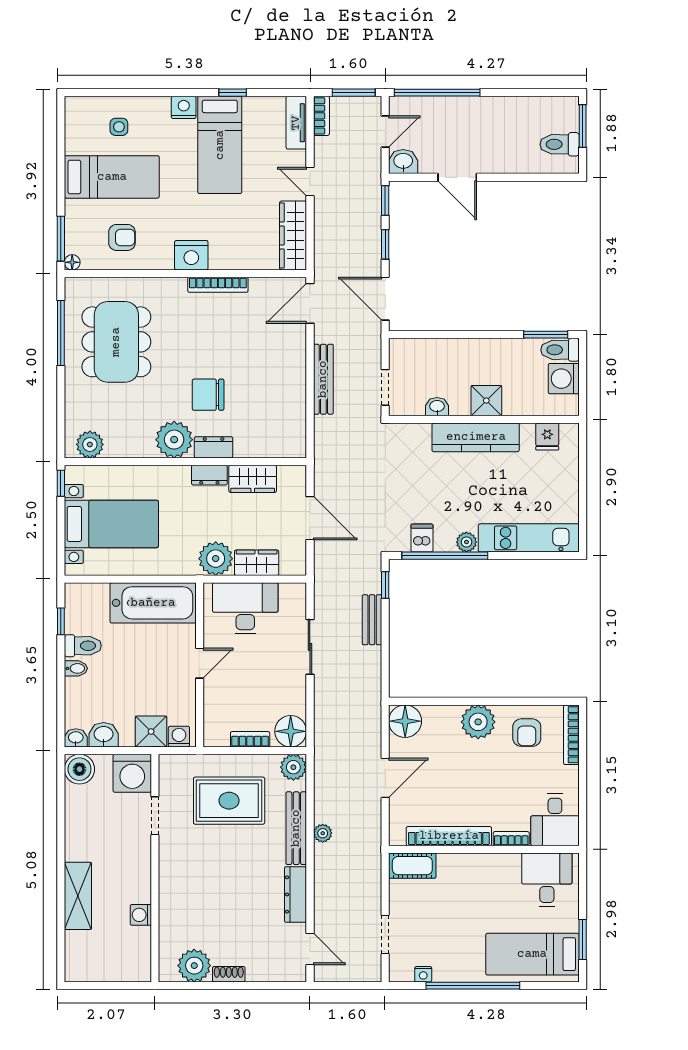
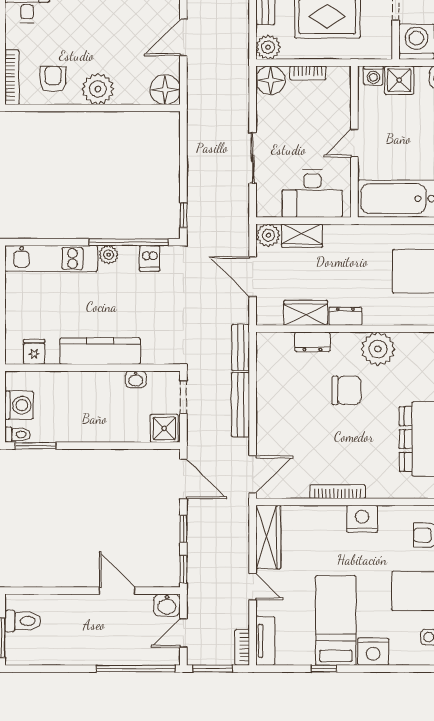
nightstand: (184, 107) -> (373, 652), width x1.36, depth x1.33
toilet: (560, 350) -> (18, 435), width x0.73, depth x0.72
shower: (486, 401) -> (164, 428), moved
dresser: (214, 447) -> (312, 342), moved
plant: (216, 559) -> (268, 235), moved, width x0.73, depth x0.73
bench: (372, 620) -> (241, 347), moved

